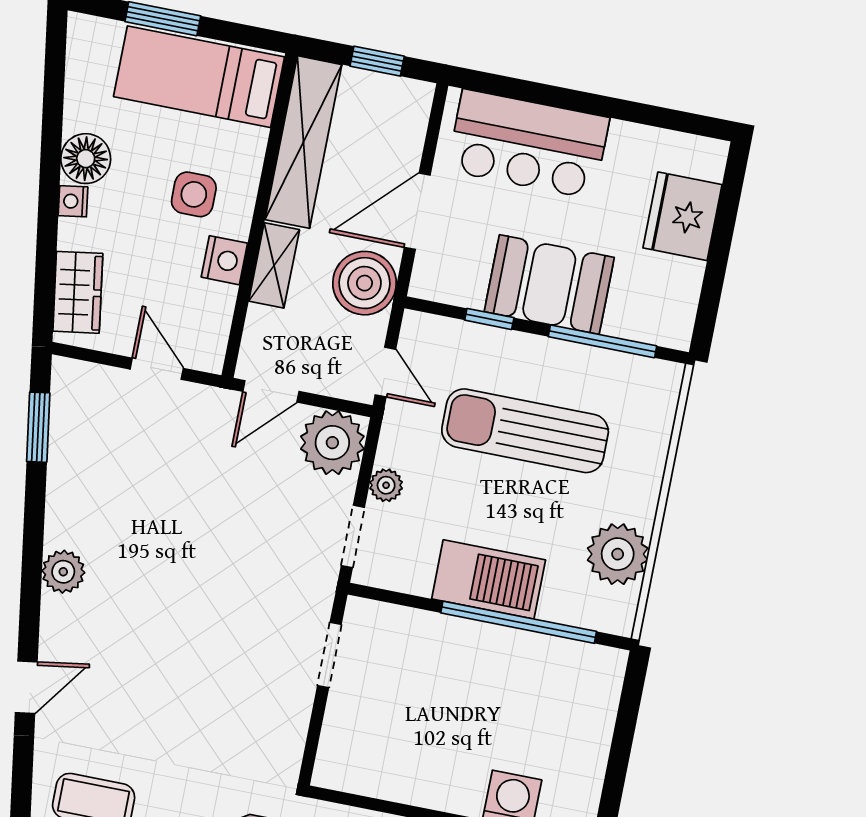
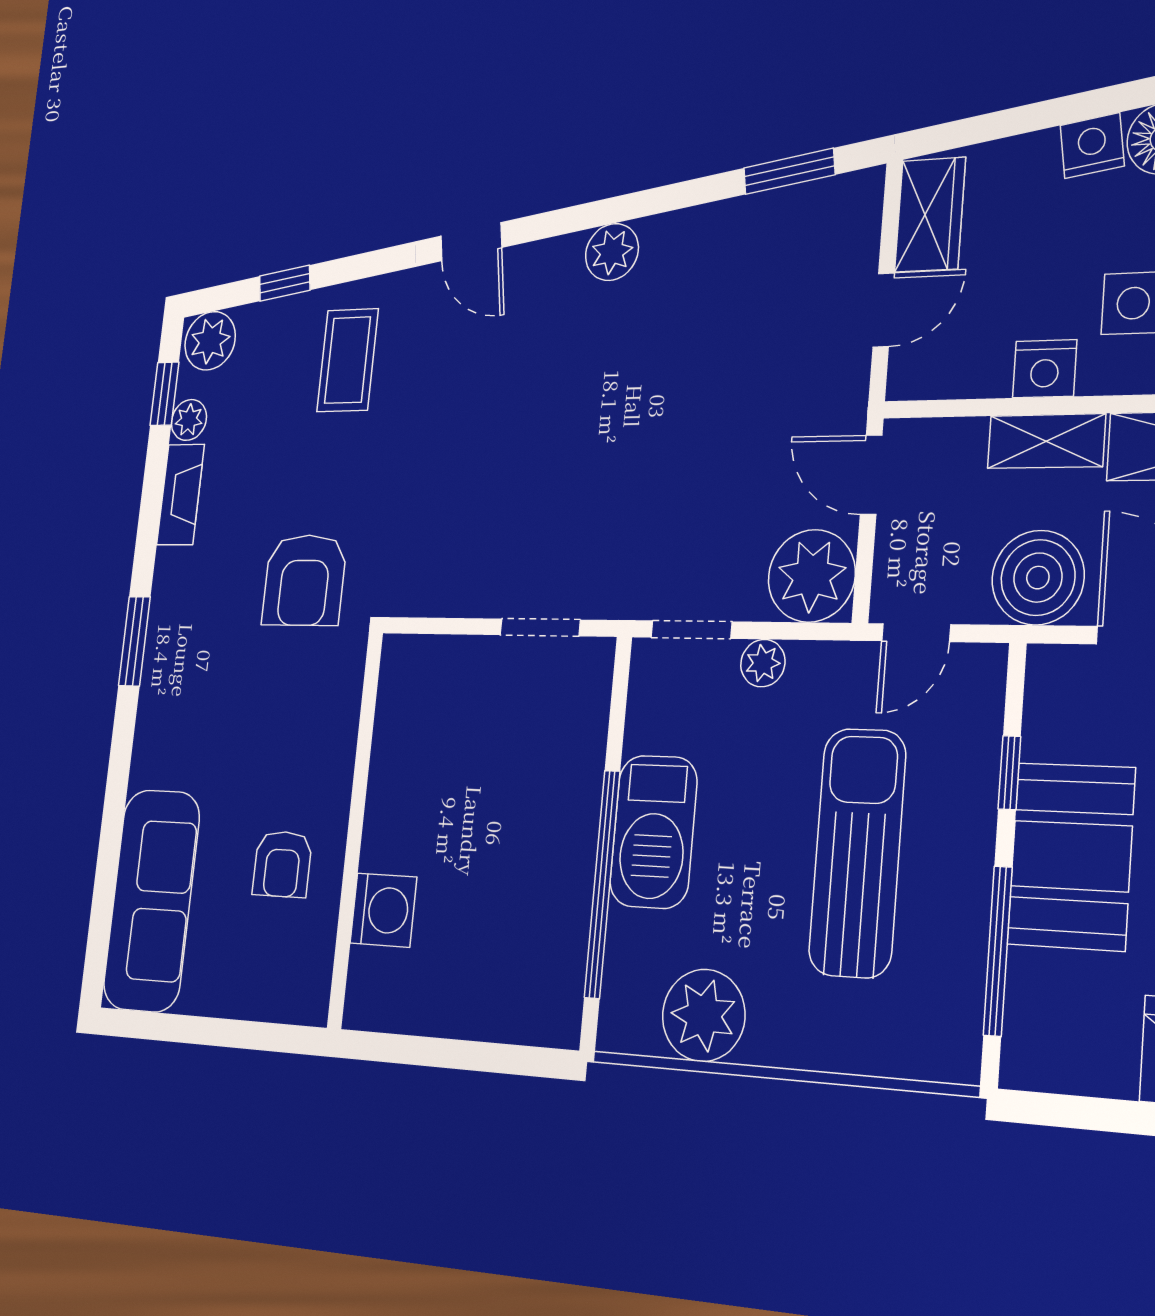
nightstand: (73, 201) -> (1092, 146), width x1.39, depth x1.35
wardrobe: (78, 292) -> (930, 215), moved, turned -81

